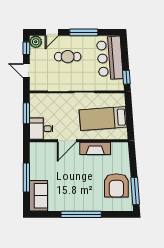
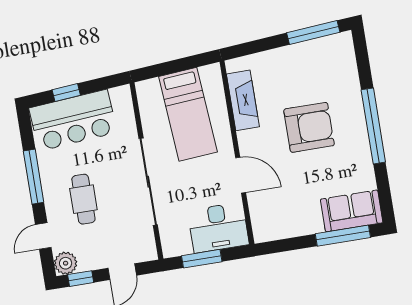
door: (52, 32) -> (43, 236), swing flipped
window: (126, 77) -> (66, 93), moved
desk: (41, 129) -> (218, 228), width x1.37
fireplace: (95, 148) -> (243, 100), moved
window: (26, 178) -> (343, 236), moved
armchair: (116, 185) -> (309, 127), moved

